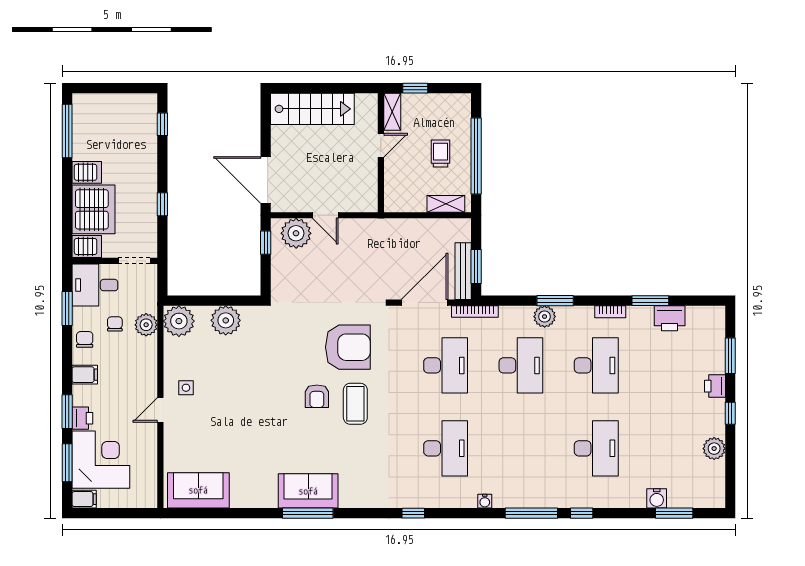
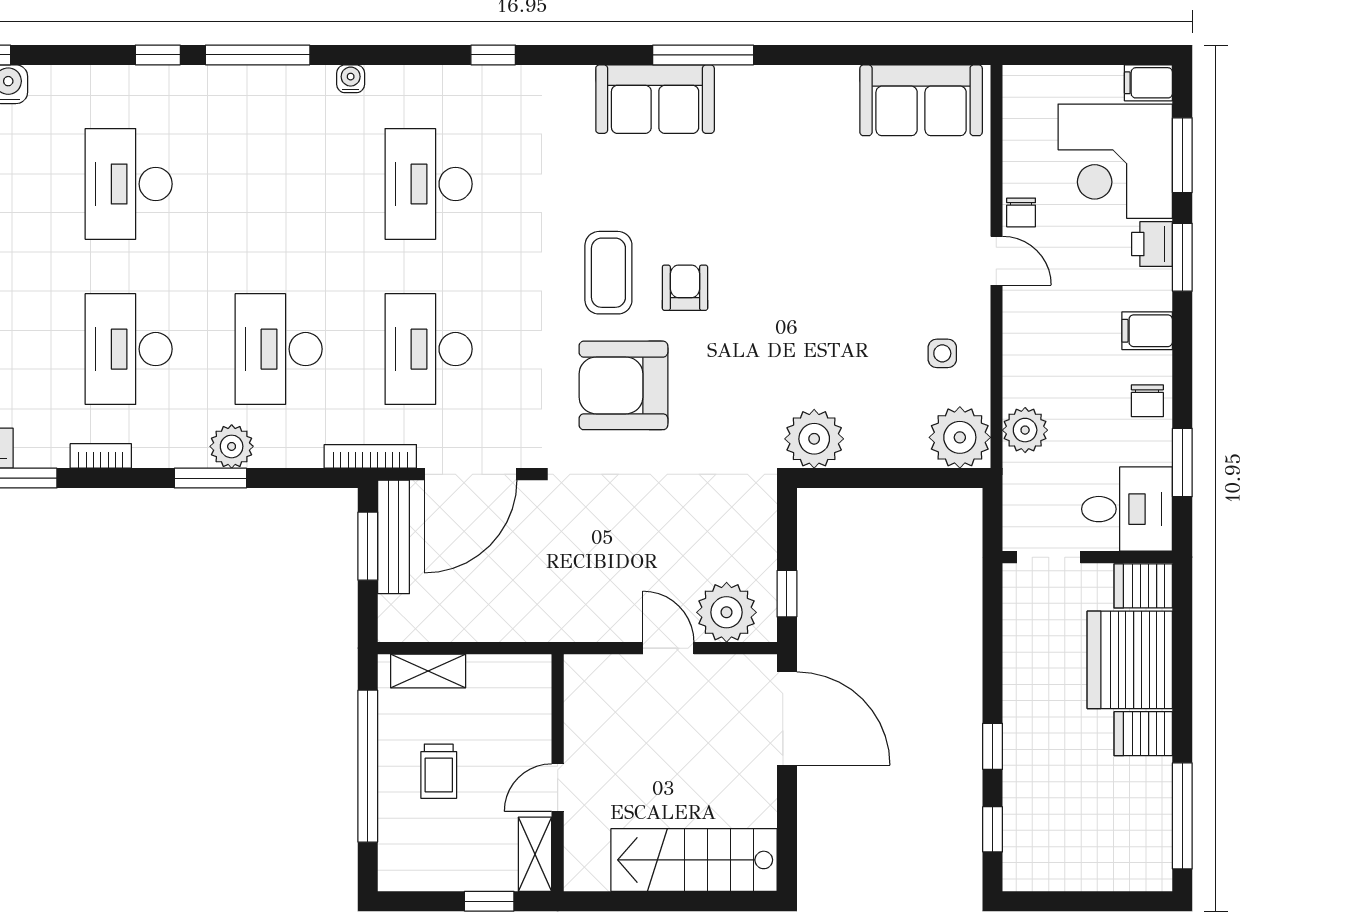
window: (162, 204) -> (993, 746), moved
plant: (226, 320) -> (814, 439), moved
chair: (115, 324) -> (1021, 212), moved
side table: (186, 388) -> (942, 353), moved
door: (160, 410) -> (996, 261), hinge flipped
sofa: (308, 491) -> (655, 99), moved

